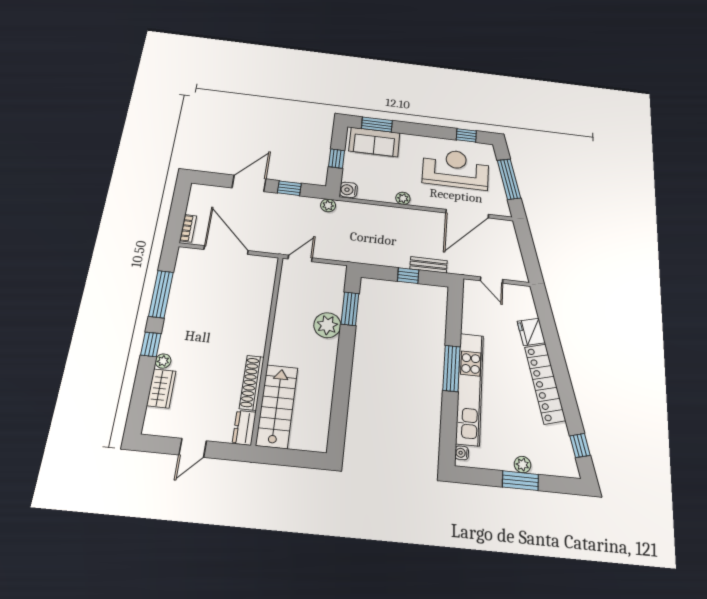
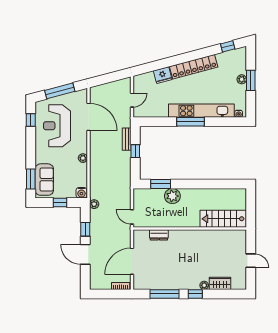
shoe rack: (252, 383) -> (211, 234), removed
dresser: (244, 428) -> (159, 235), moved

